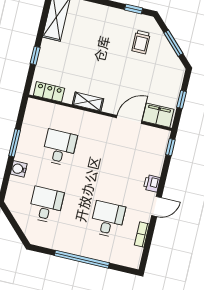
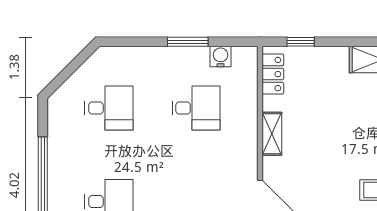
window: (35, 56) -> (301, 42), moved
water cooler: (19, 169) -> (221, 57), moved

